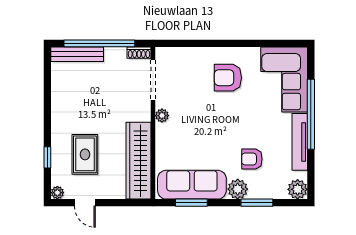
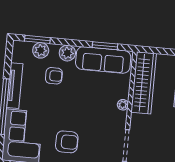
plant: (162, 116) -> (123, 105), moved
plant: (298, 189) -> (41, 50), moved
window: (257, 203) -> (37, 39), moved

